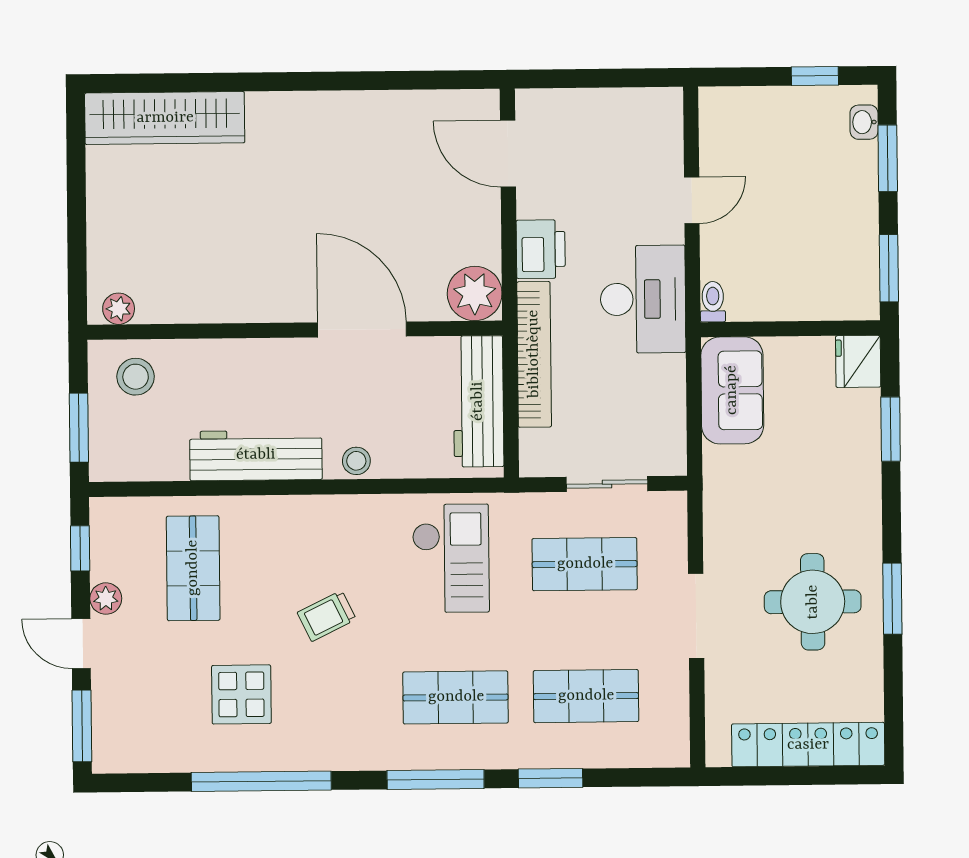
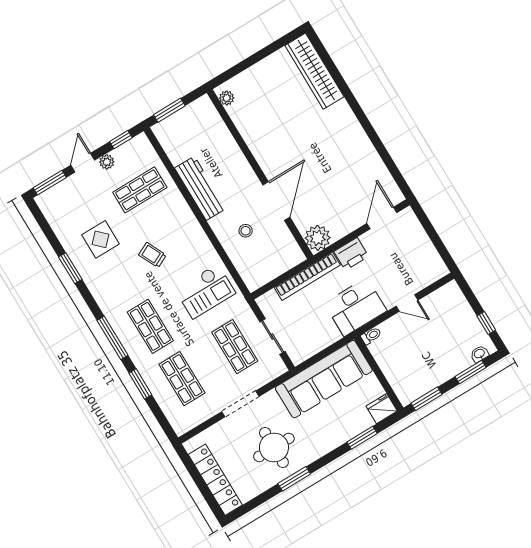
stool: (136, 377) -> (203, 121), removed
sofa: (732, 390) -> (324, 379), width x1.85, depth x1.27
workbench: (478, 401) -> (275, 265), removed
stool: (356, 461) -> (246, 231), moved
window: (261, 781) -> (70, 268), width x0.47

